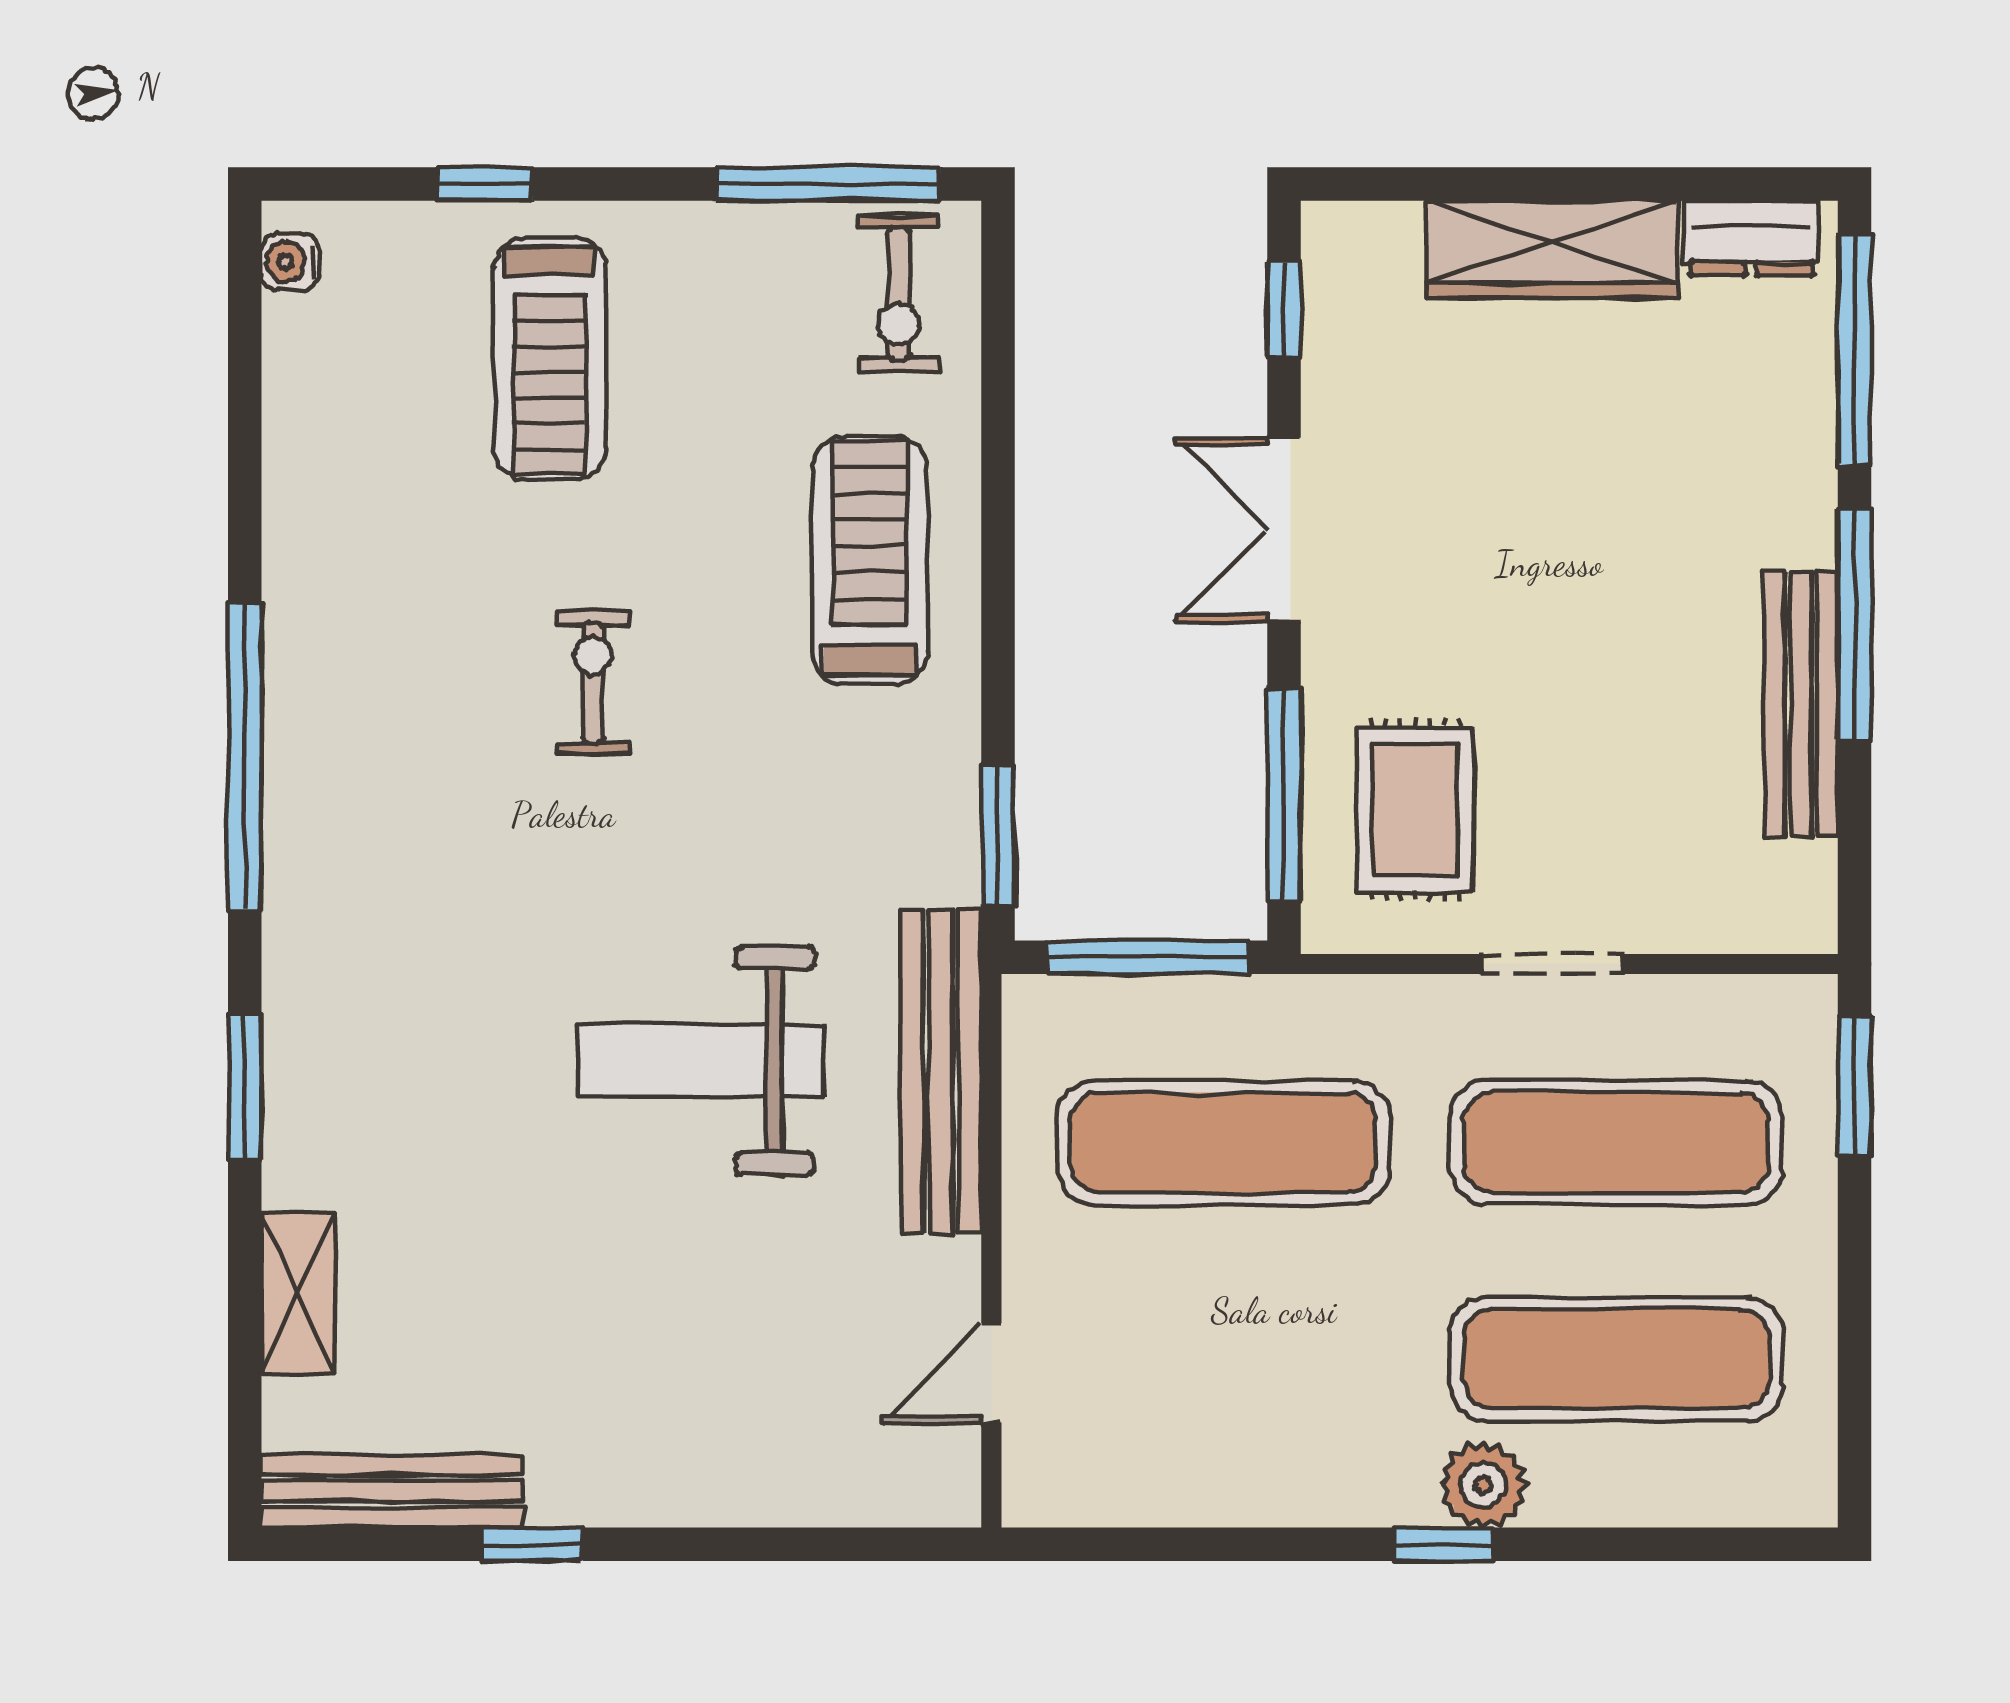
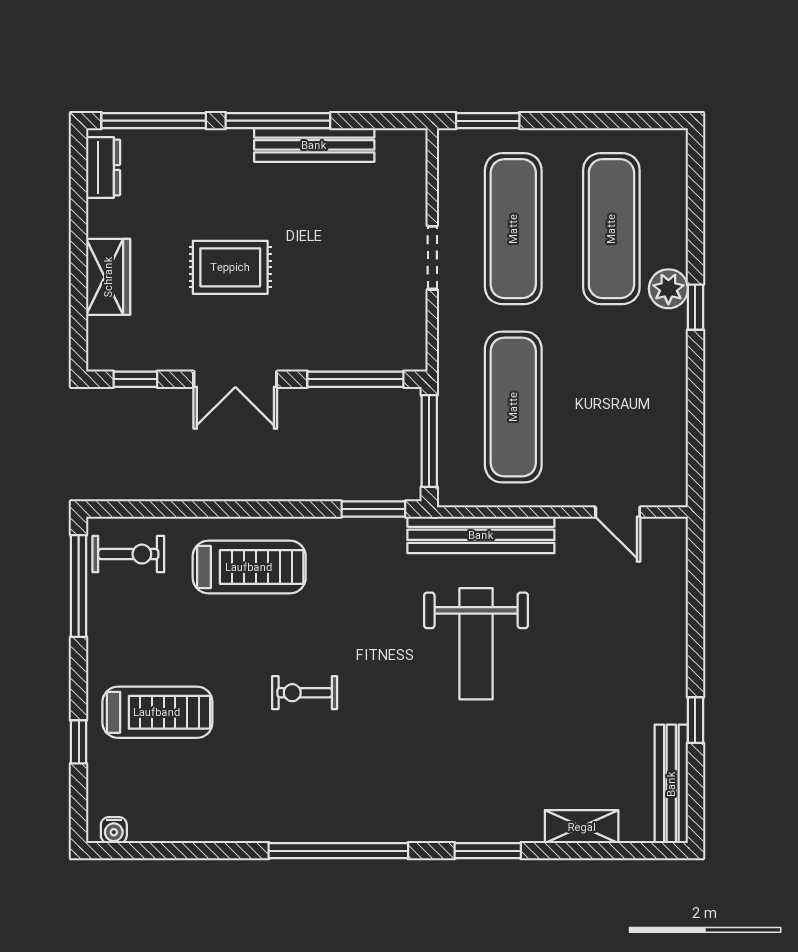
wardrobe: (1552, 249) -> (108, 277), width x0.67
treadmill: (870, 560) -> (249, 567), turned 180
rug: (1415, 810) -> (230, 267), moved

